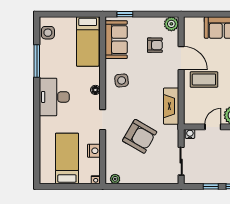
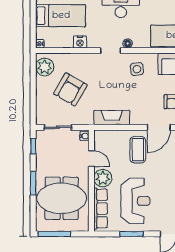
doorway: (103, 120) -> (111, 51), moved
armchair: (140, 136) -> (70, 89), moved
nightstand: (94, 151) -> (80, 42), moved
plant: (115, 179) -> (45, 67), width x1.88, depth x1.88
window: (211, 186) -> (33, 146), moved

